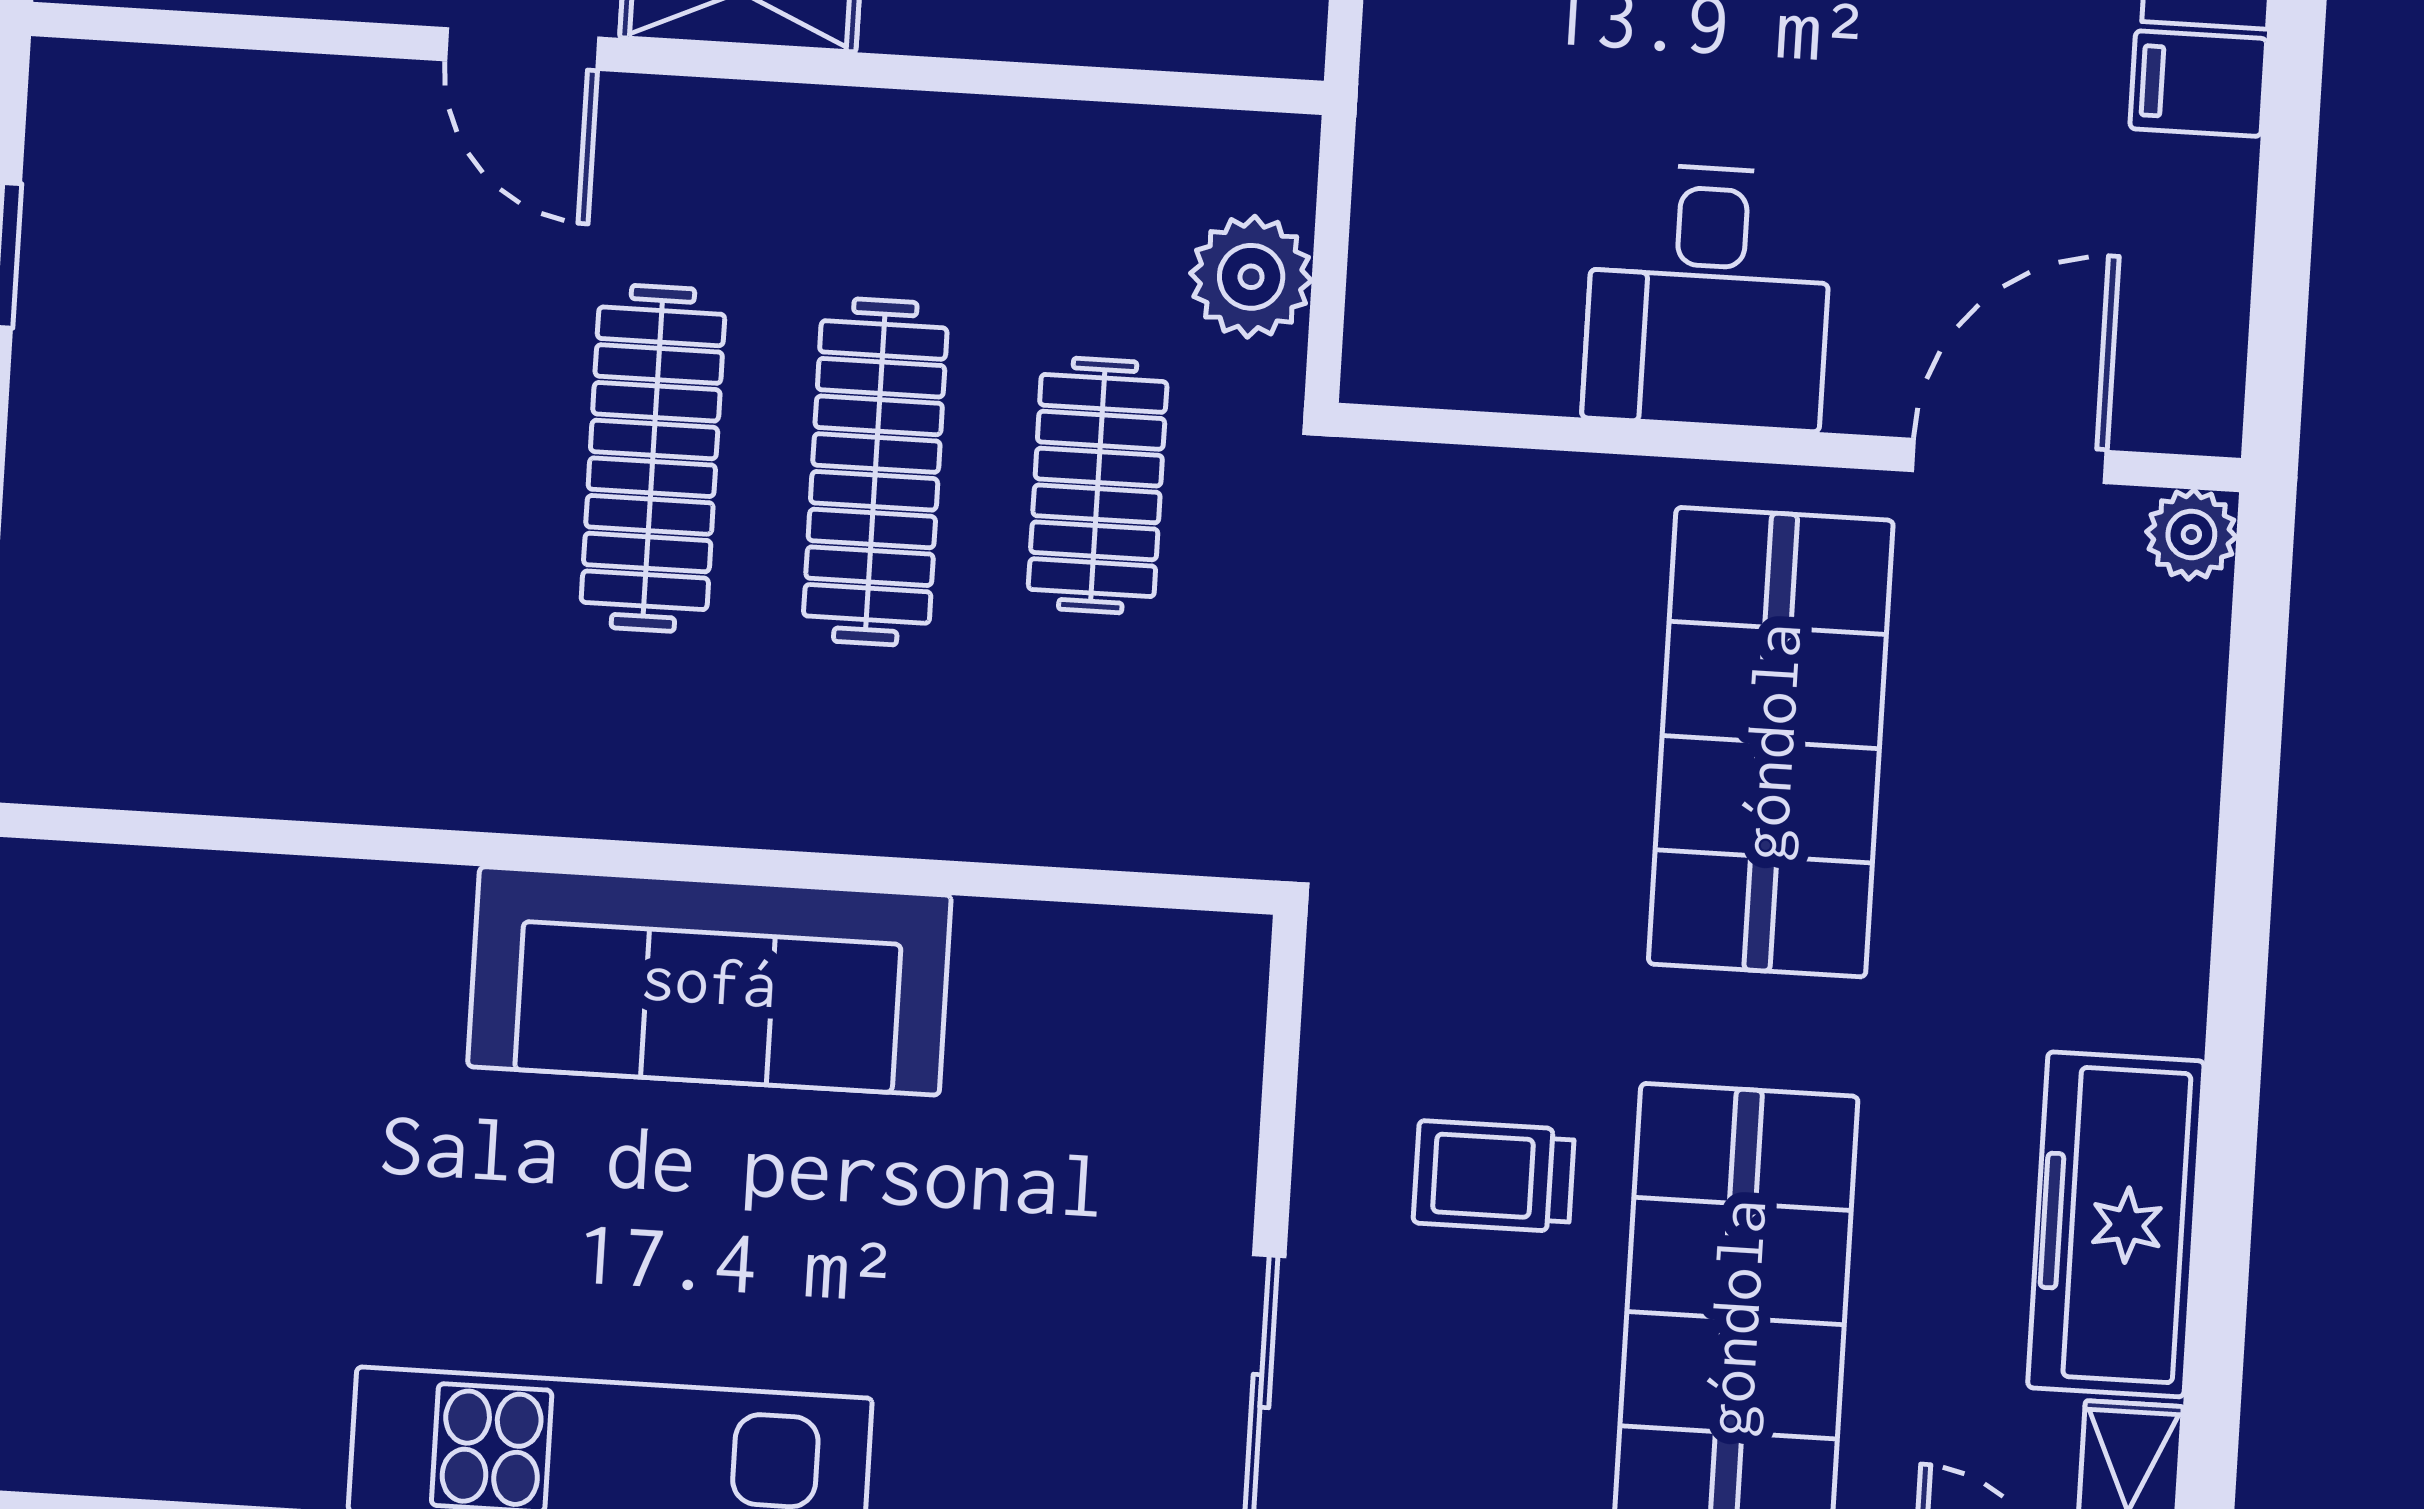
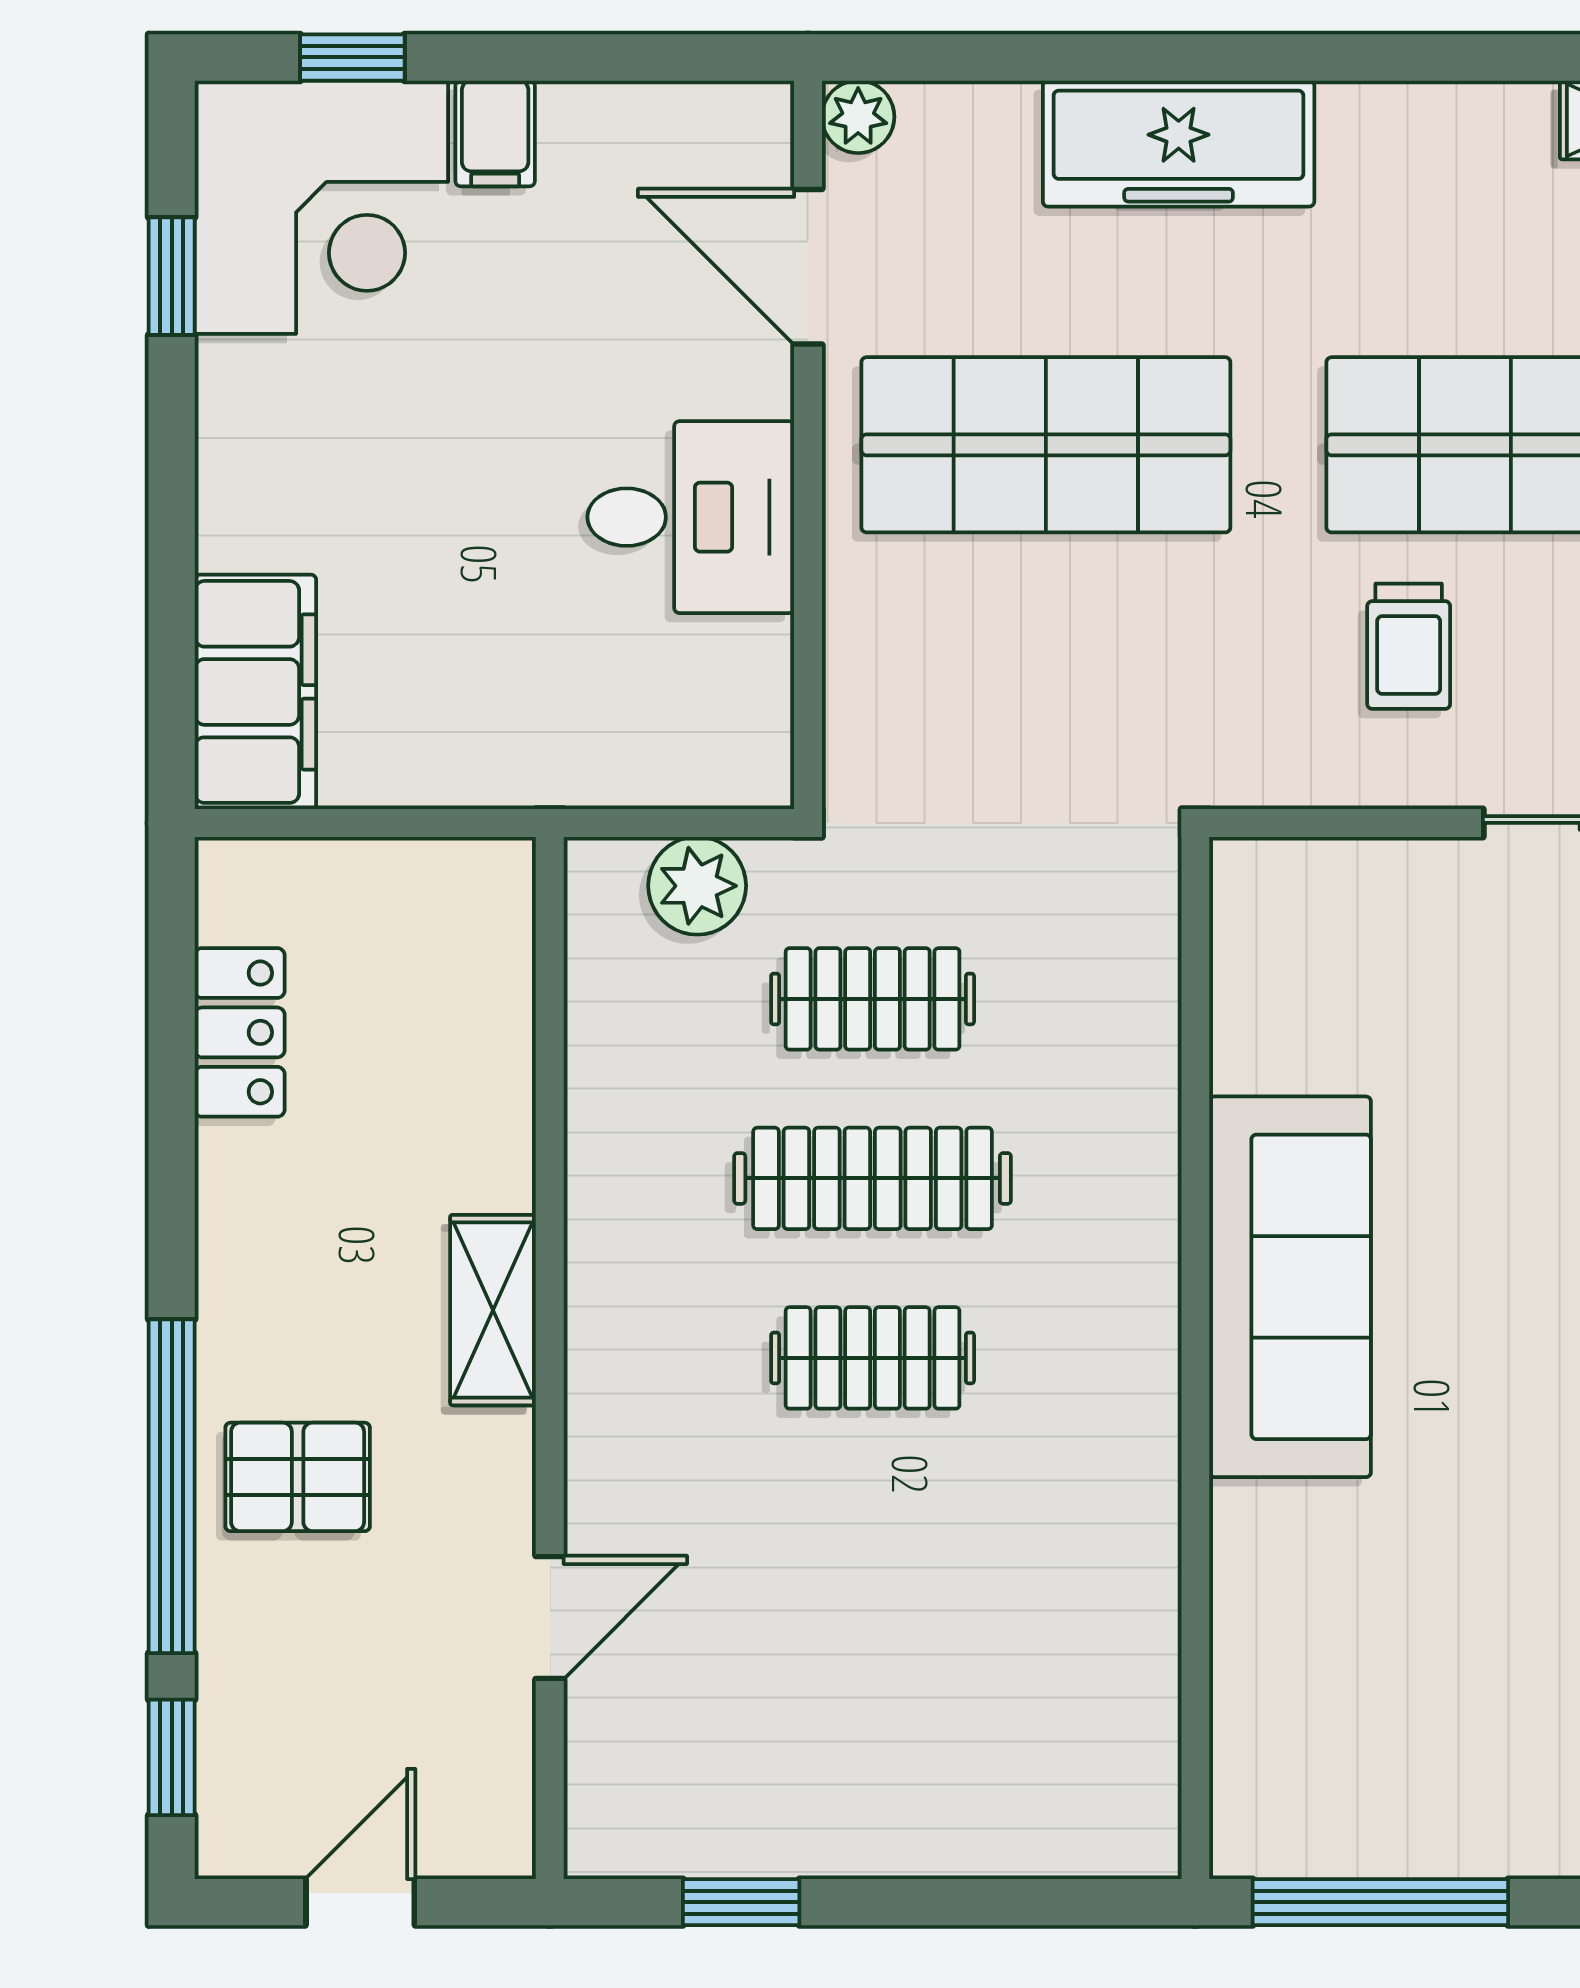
door: (522, 49) -> (550, 1618), moved
clothes rail: (653, 458) -> (873, 1358), width x0.73
freezer: (2116, 1224) -> (1179, 144), moved

